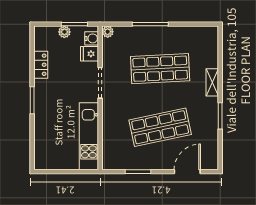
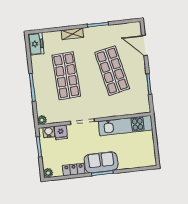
plant: (64, 32) -> (48, 173), moved
freezer: (205, 35) -> (36, 44), added
sofa: (46, 100) -> (101, 162), added

